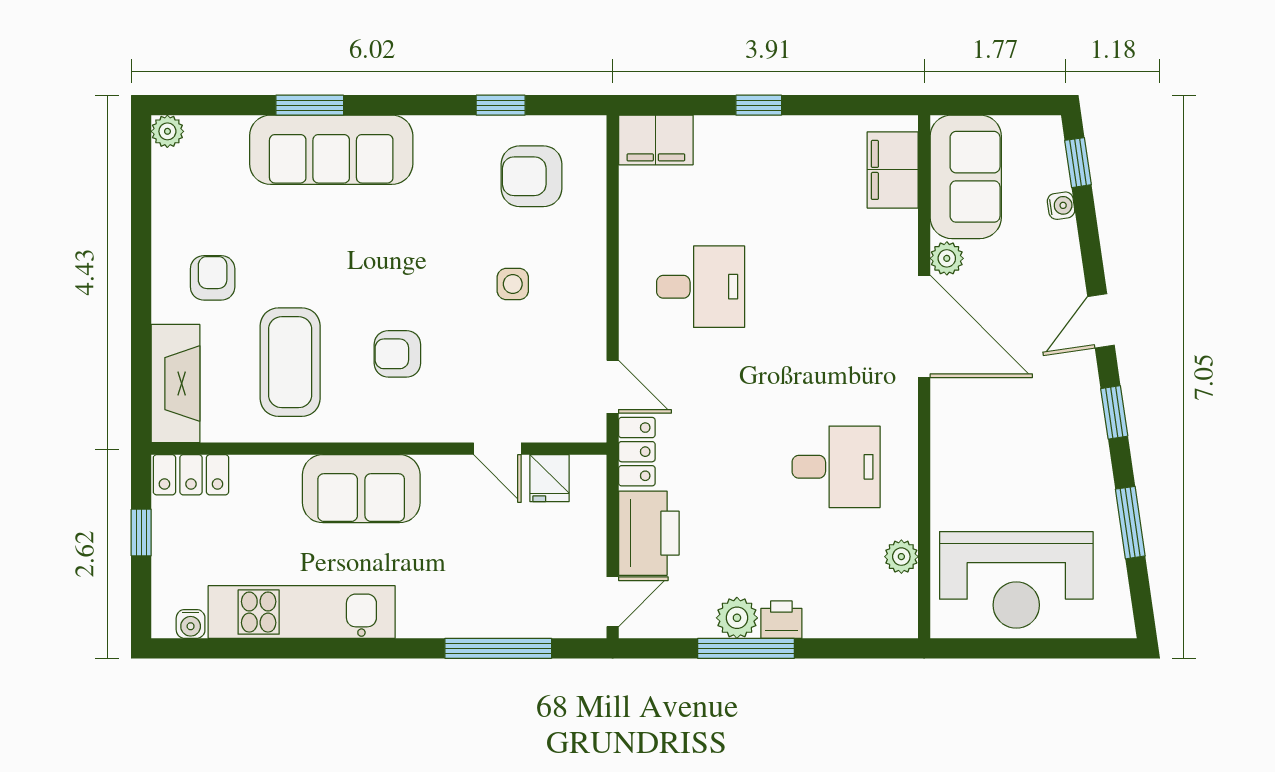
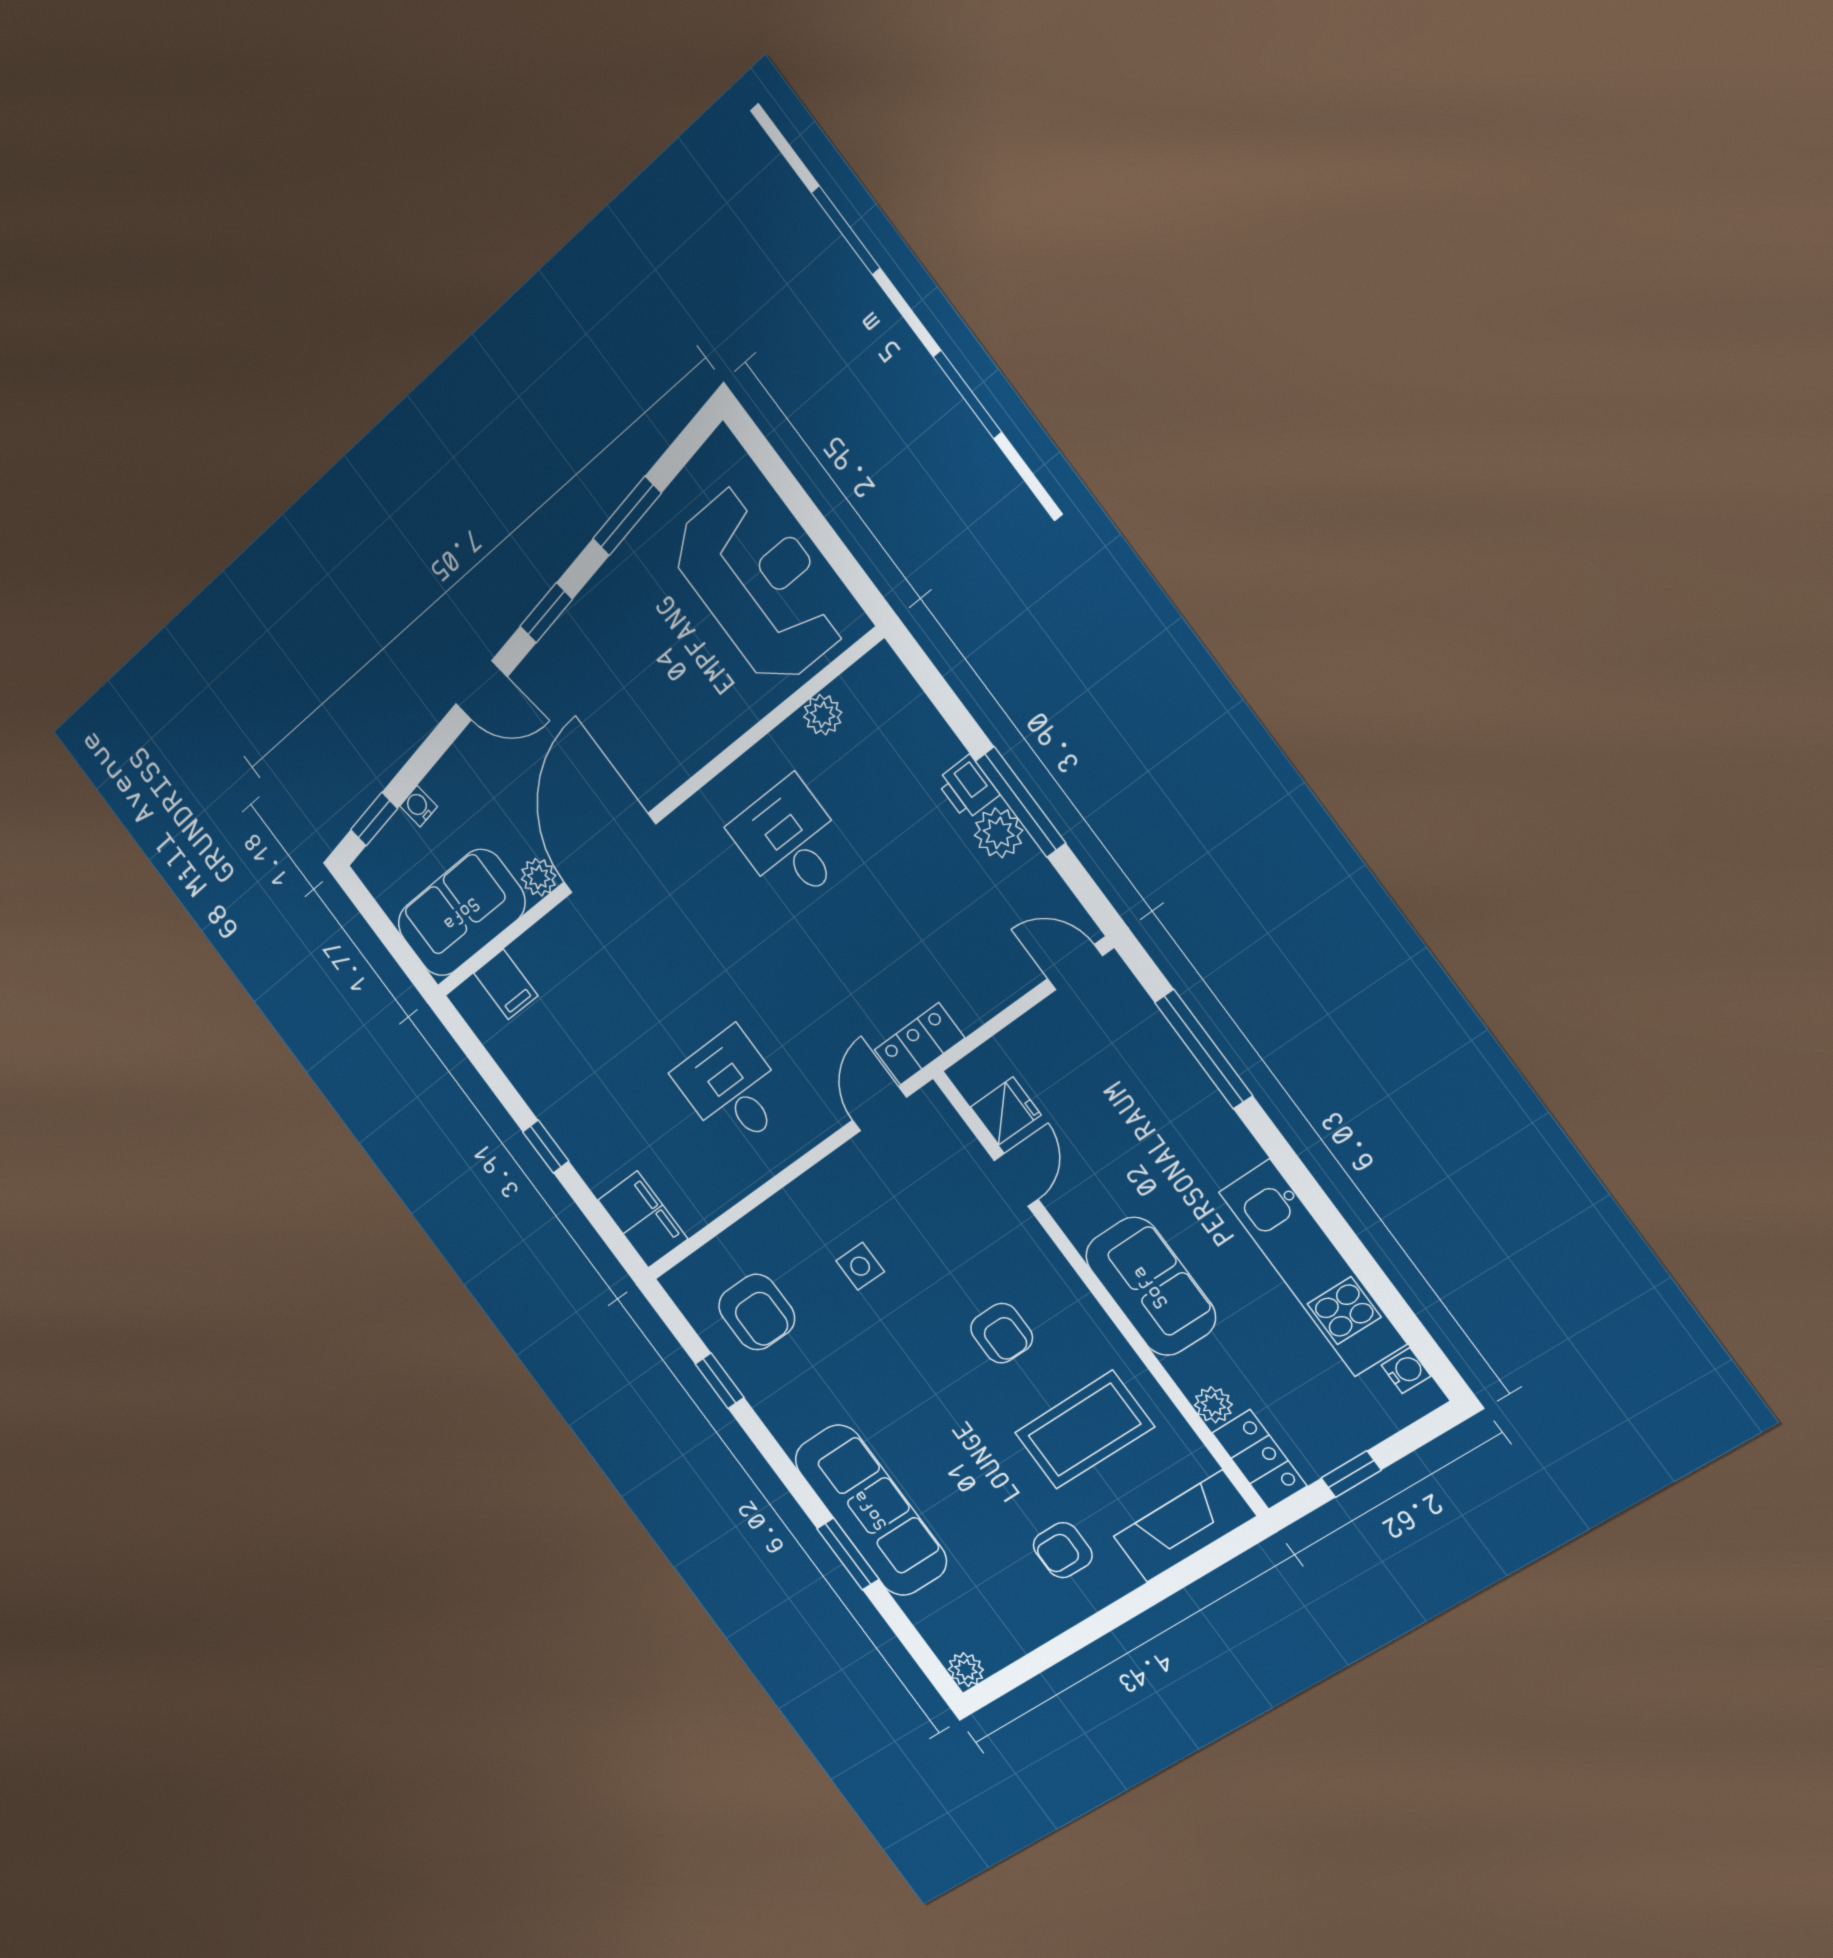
filing cabinet: (893, 170) -> (506, 984), width x0.50
plant: (250, 471) -> (1213, 1405), added
printer: (649, 533) -> (985, 978), removed

